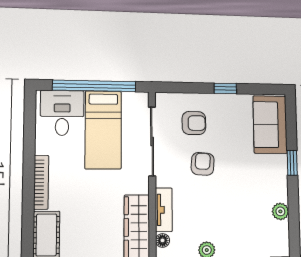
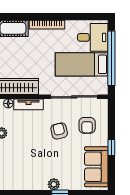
sofa: (270, 125) -> (96, 167), moved, turned -90
armchair: (203, 164) -> (59, 131), turned -107
plant: (280, 211) -> (54, 184), moved

